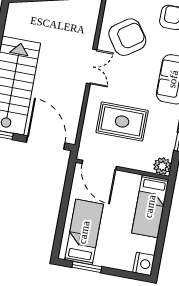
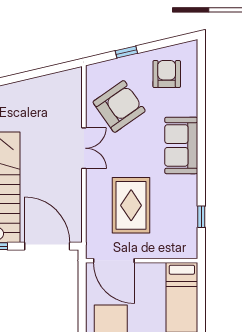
rug: (122, 121) -> (131, 205), turned 90
plant: (162, 166) -> (187, 248), removed

